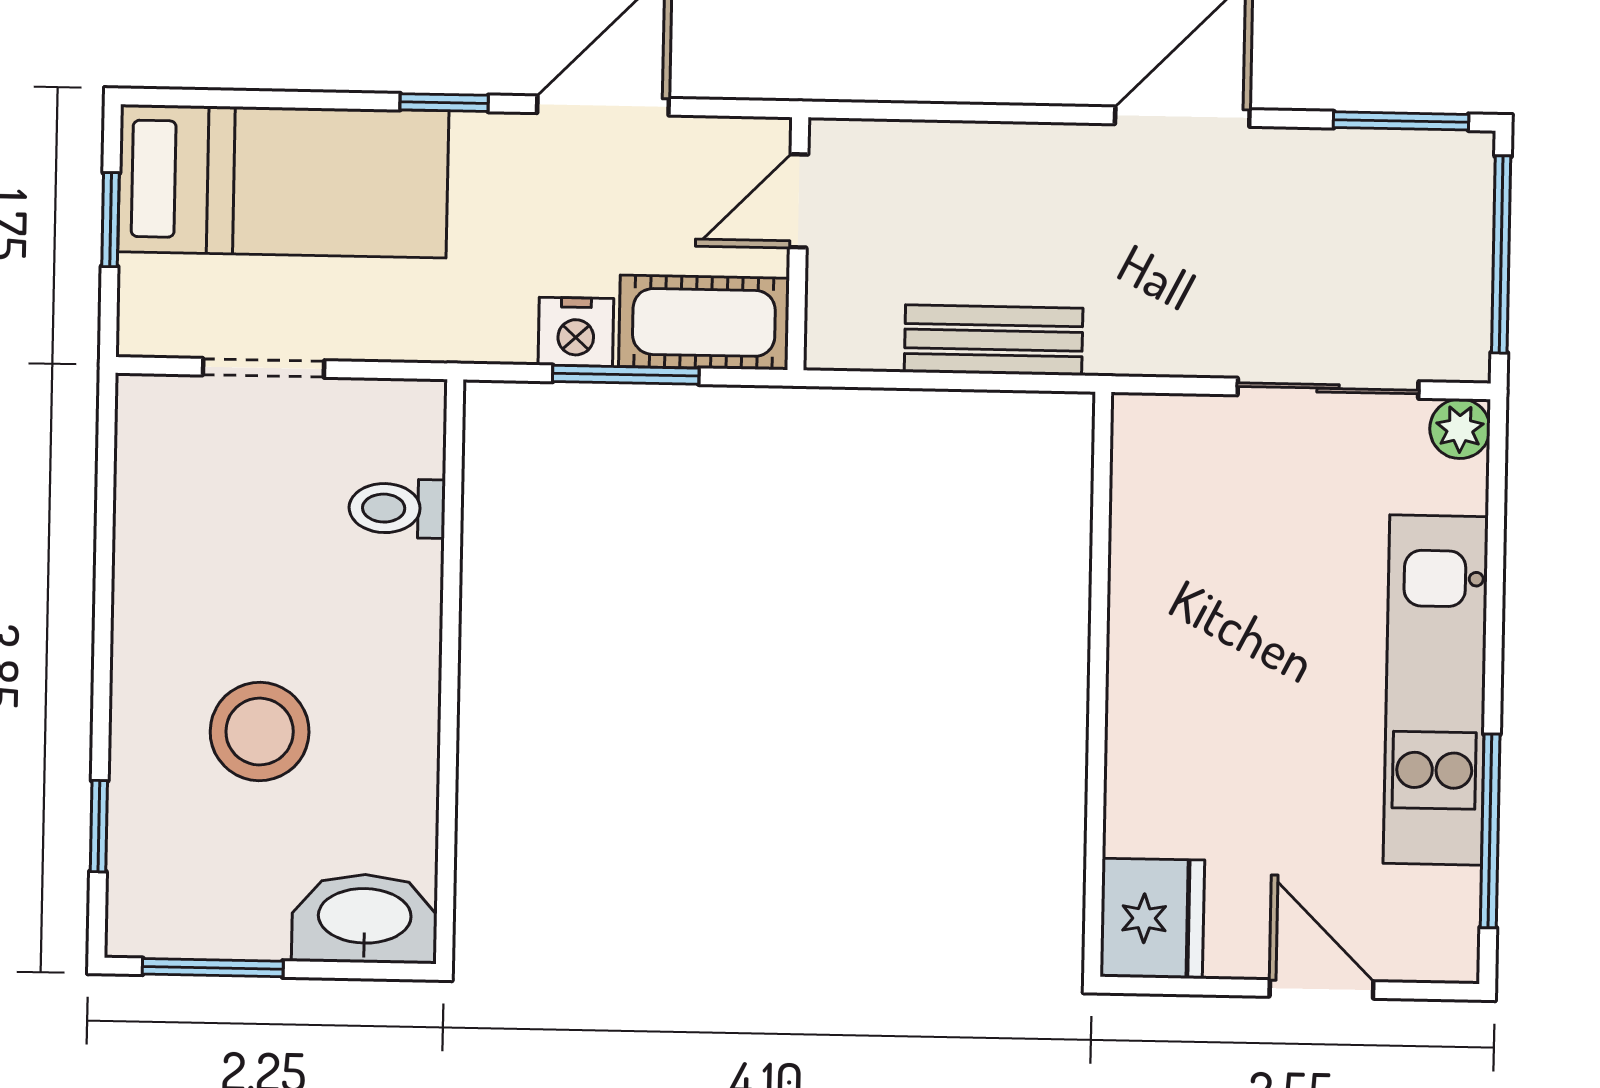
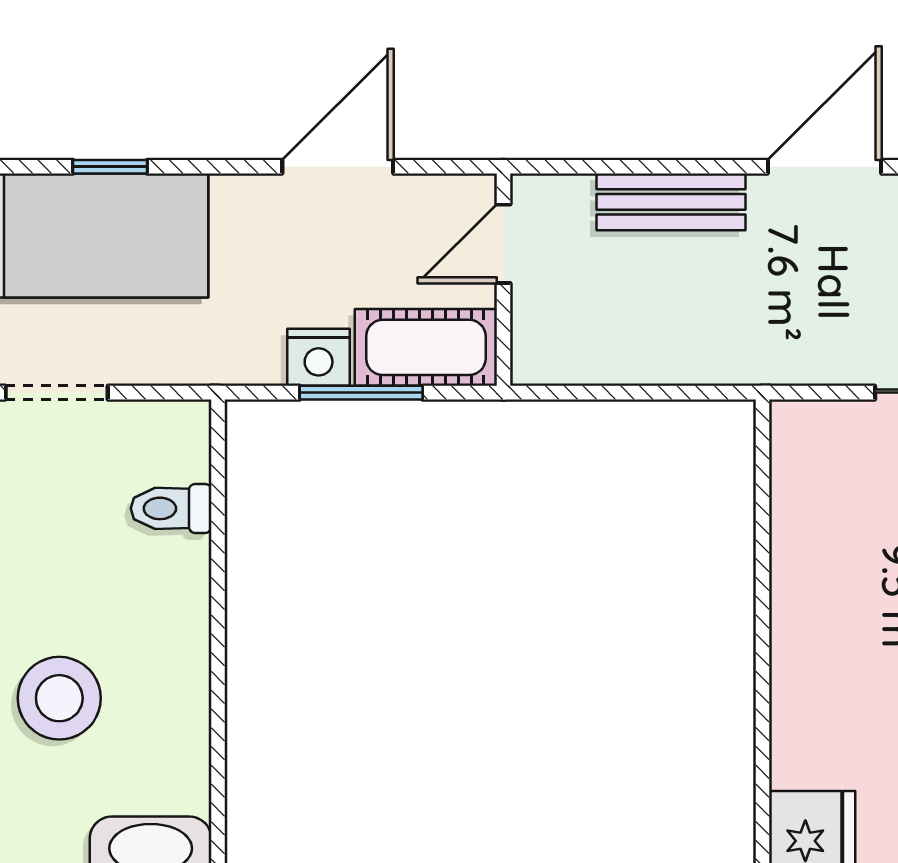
window: (444, 103) -> (110, 167), moved
bench: (994, 340) -> (671, 202), moved

